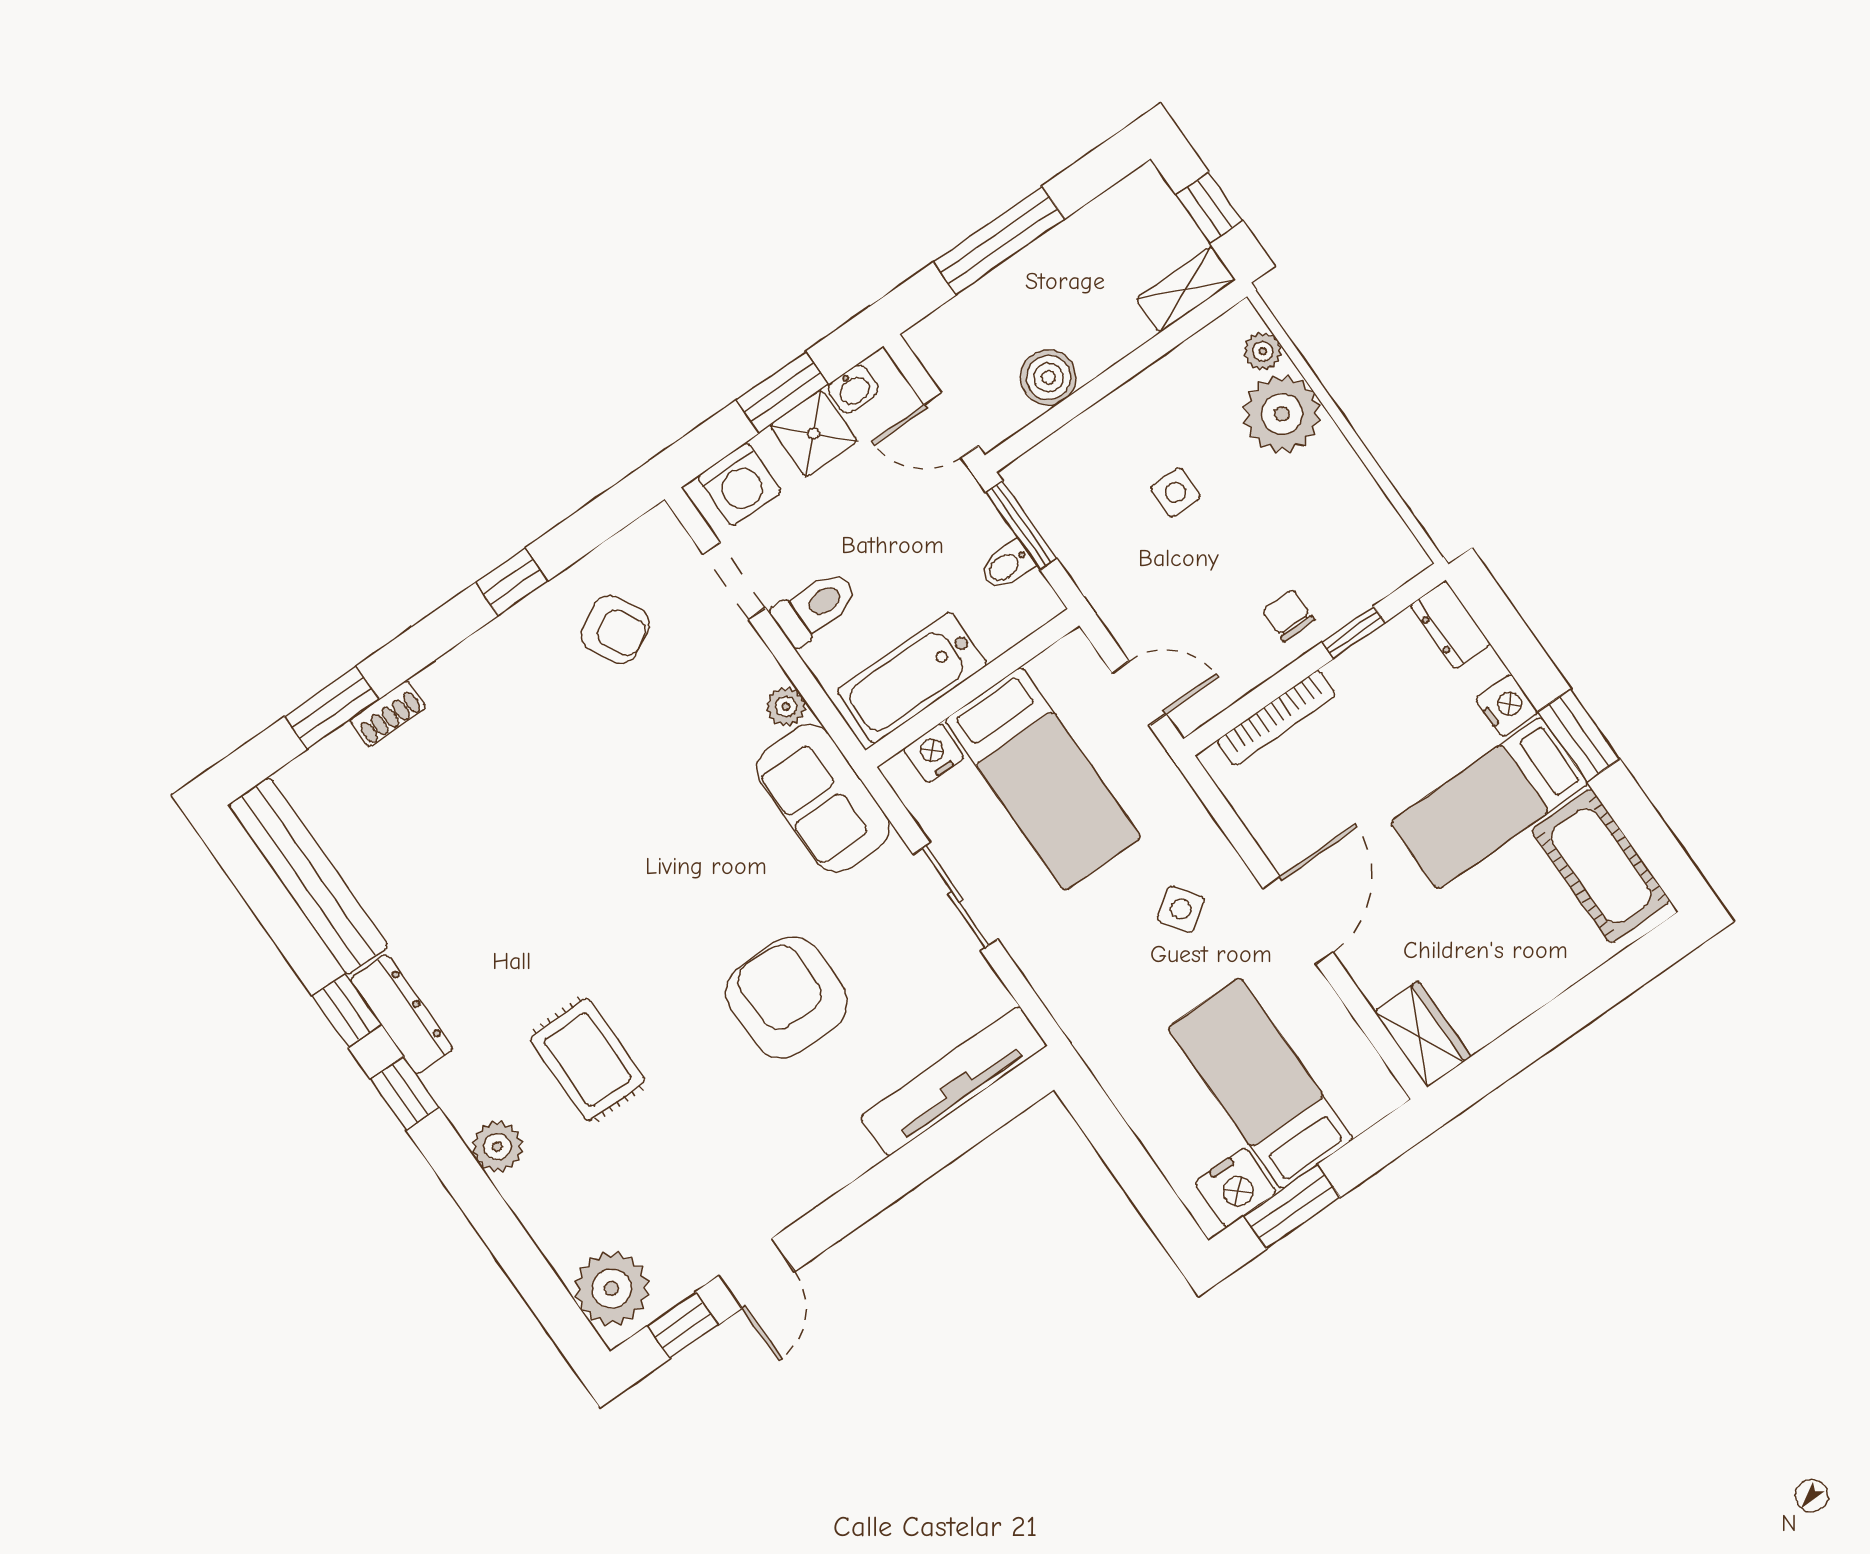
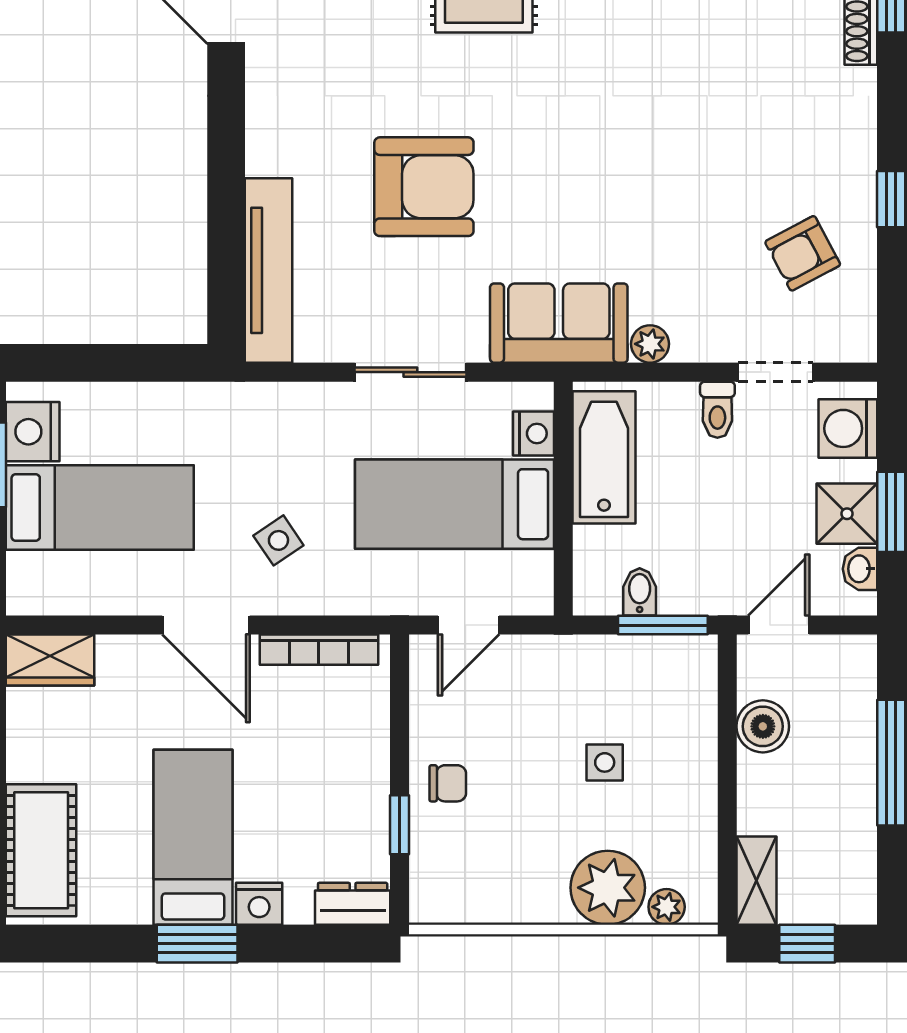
toilet: (815, 607) -> (717, 410), width x0.73, depth x0.72
bookcase: (1276, 718) -> (319, 650), moved, turned -90
cot: (1601, 866) -> (41, 850), moved, turned 90

